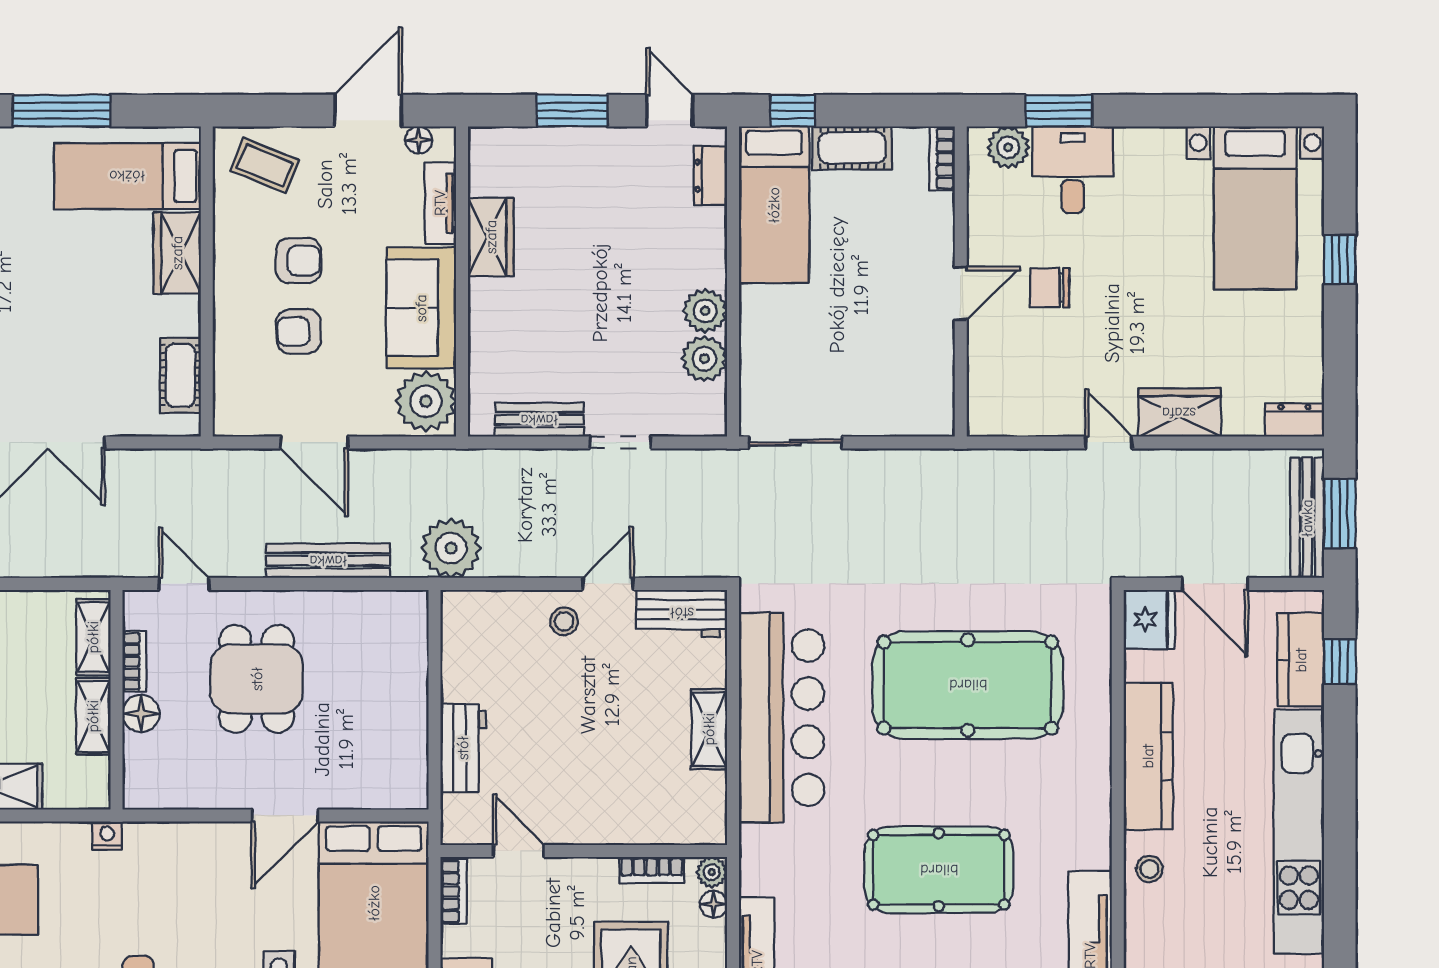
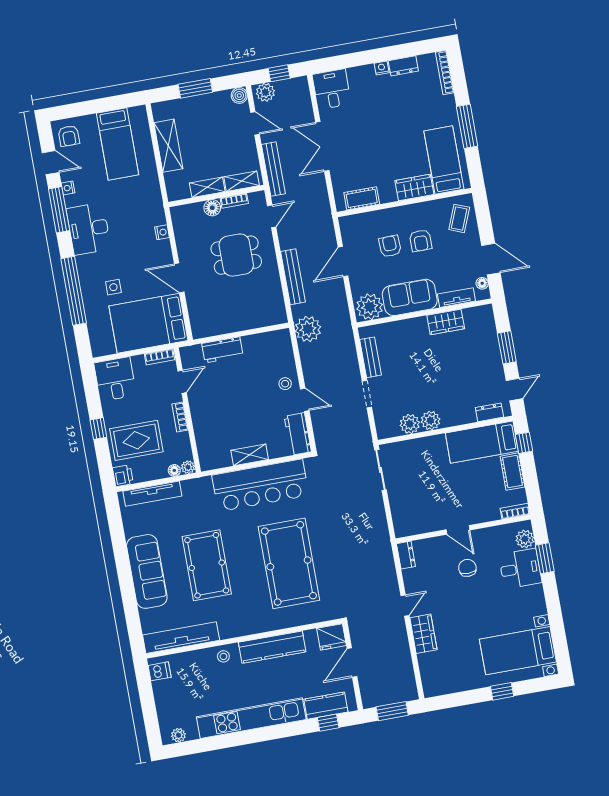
dresser: (1294, 420) -> (406, 555), moved
bench: (1307, 518) -> (273, 169), moved, turned 90
nightstand: (107, 836) -> (162, 232), moved
bookcase: (652, 870) -> (180, 417), moved

